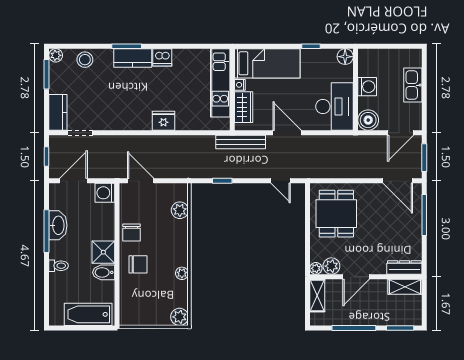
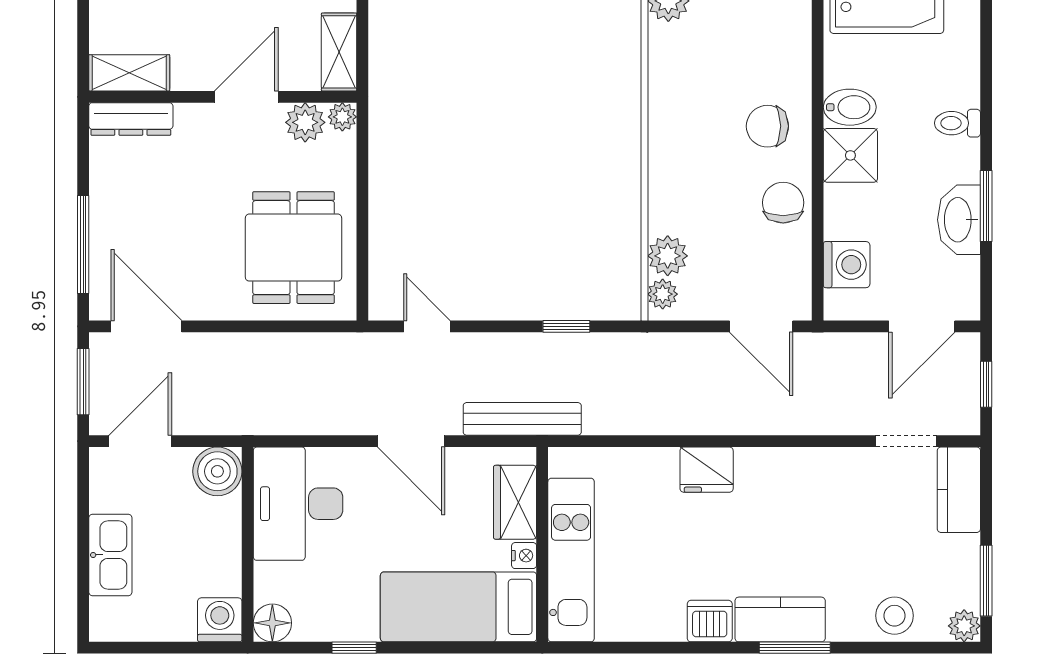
washing machine: (367, 87) -> (220, 620), moved, turned 90
washing machine: (105, 193) -> (847, 265), moved
window: (47, 231) -> (986, 206), width x0.69
plant: (182, 273) -> (663, 294), moved

